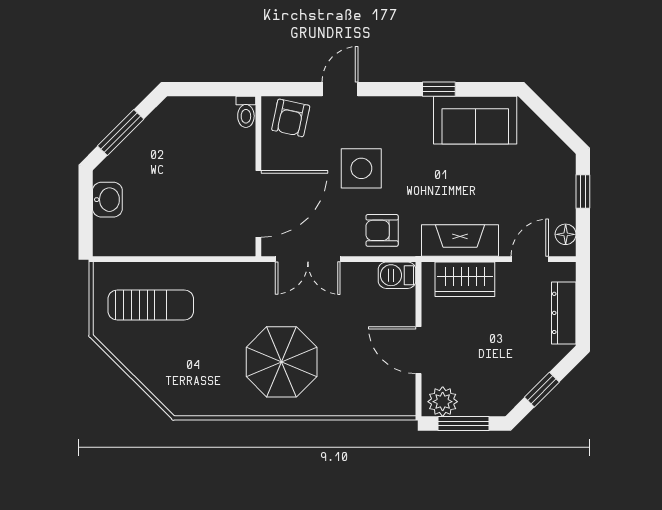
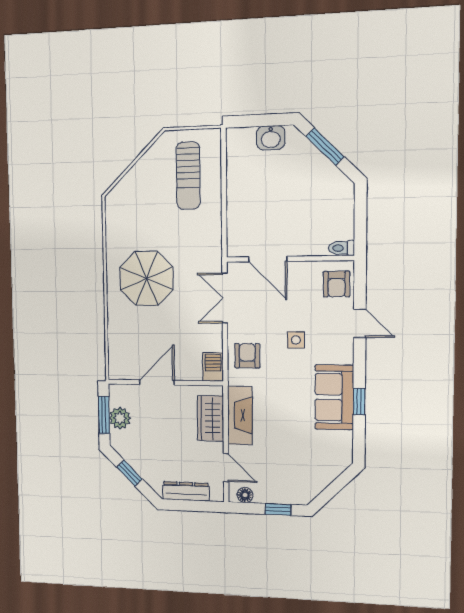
armchair: (291, 118) -> (336, 284), turned -102
sofa: (475, 120) -> (334, 397), moved
side table: (361, 168) -> (296, 340), width x0.54, depth x0.54
door: (258, 204) -> (268, 259), width x0.73
plant: (443, 402) -> (120, 418), moved

